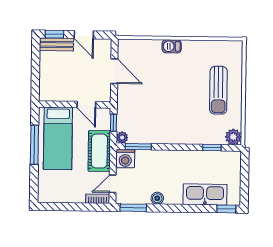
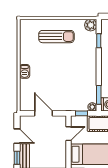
door: (84, 35) -> (17, 136), hinge flipped
door: (114, 71) -> (44, 113), hinge flipped

